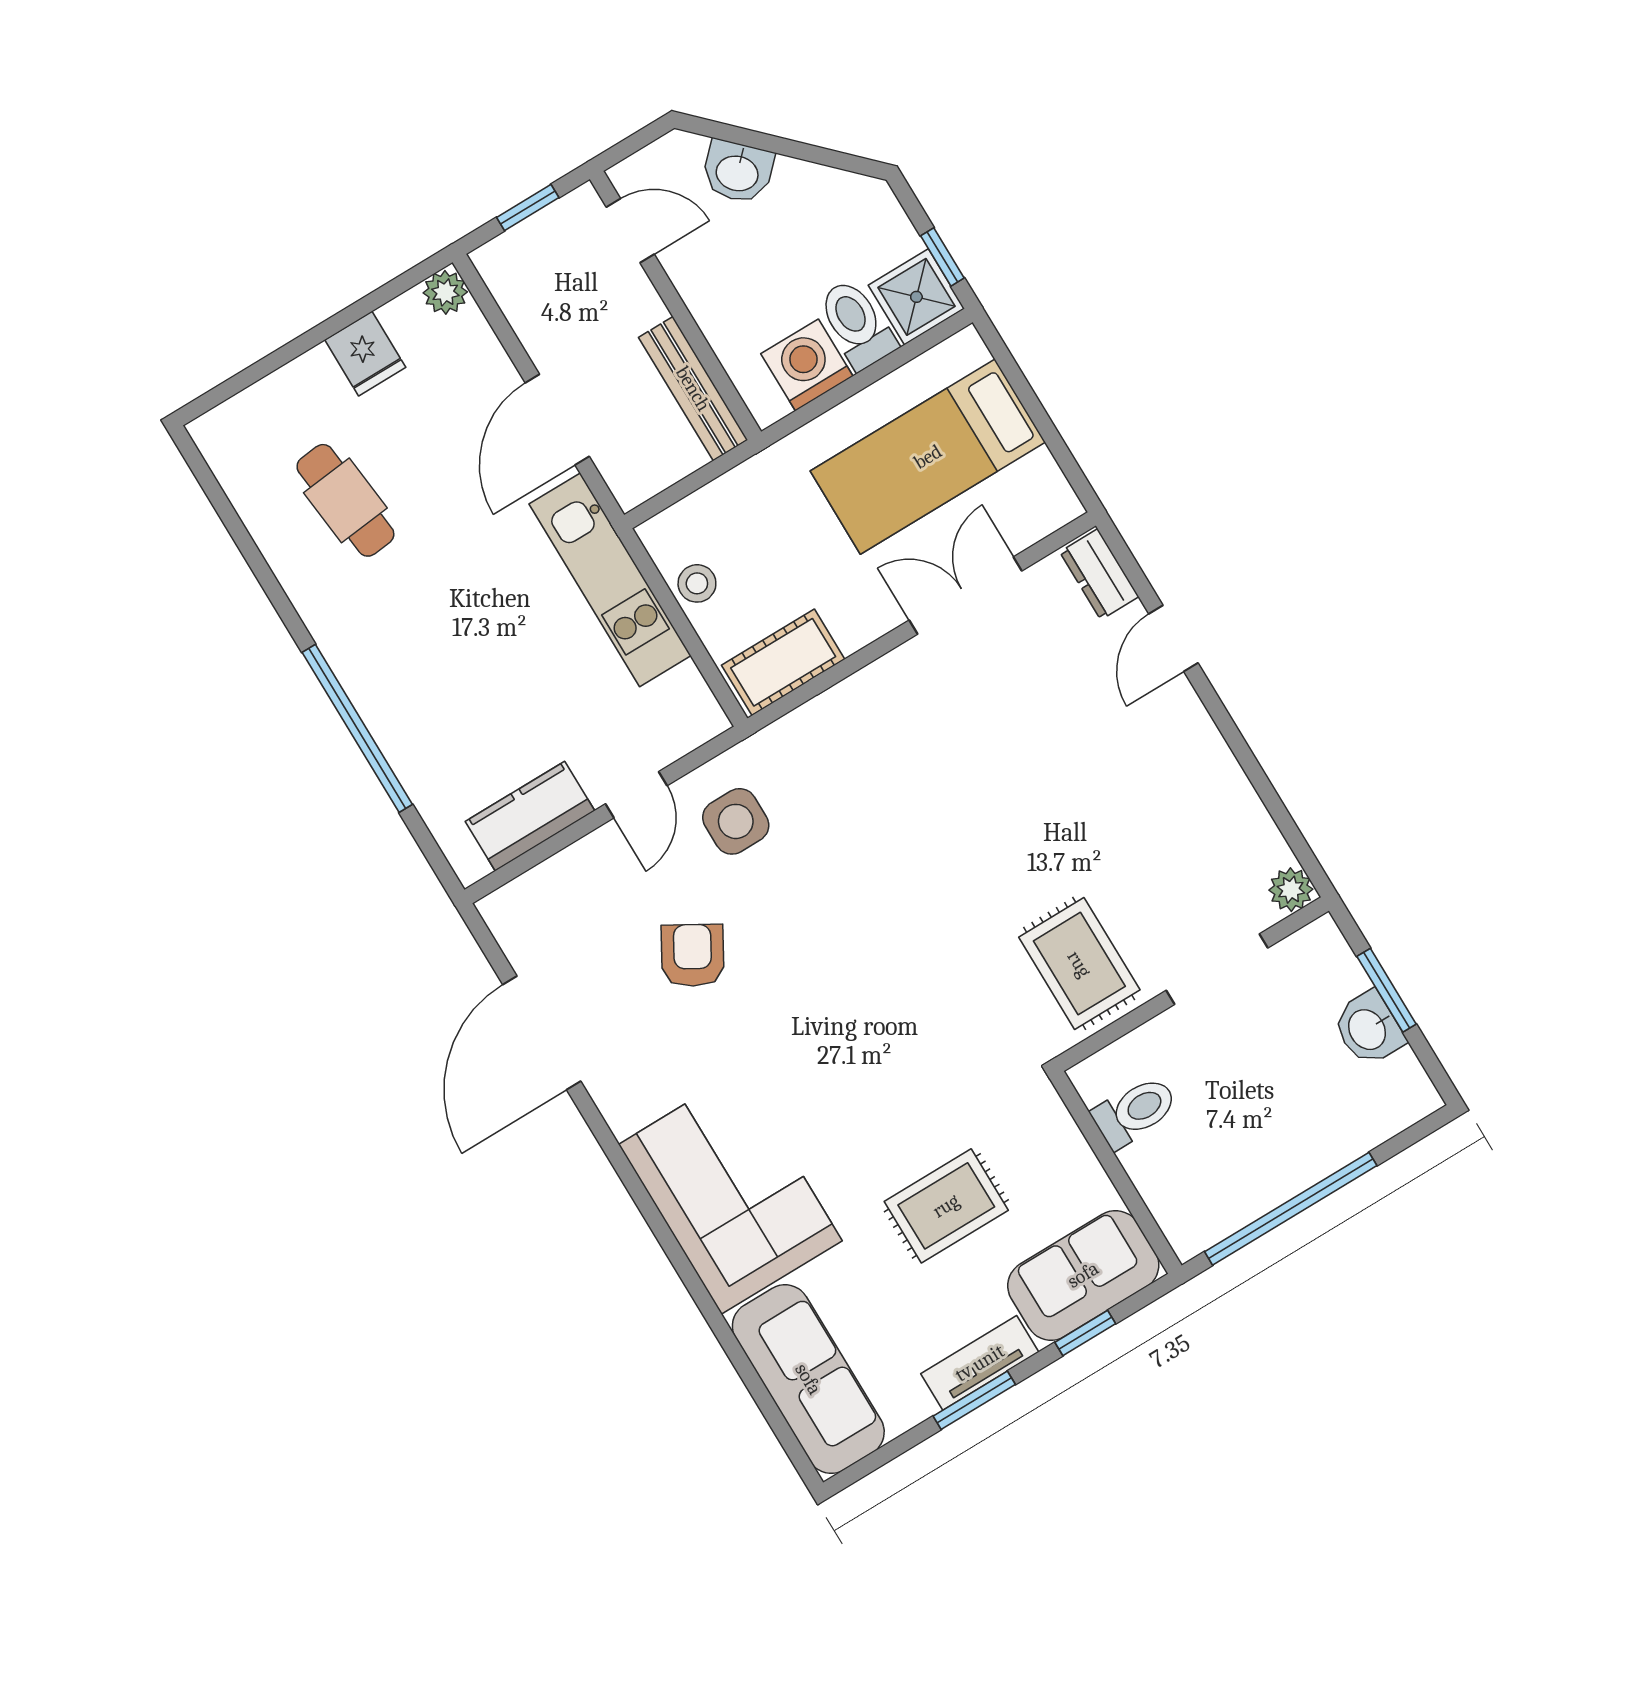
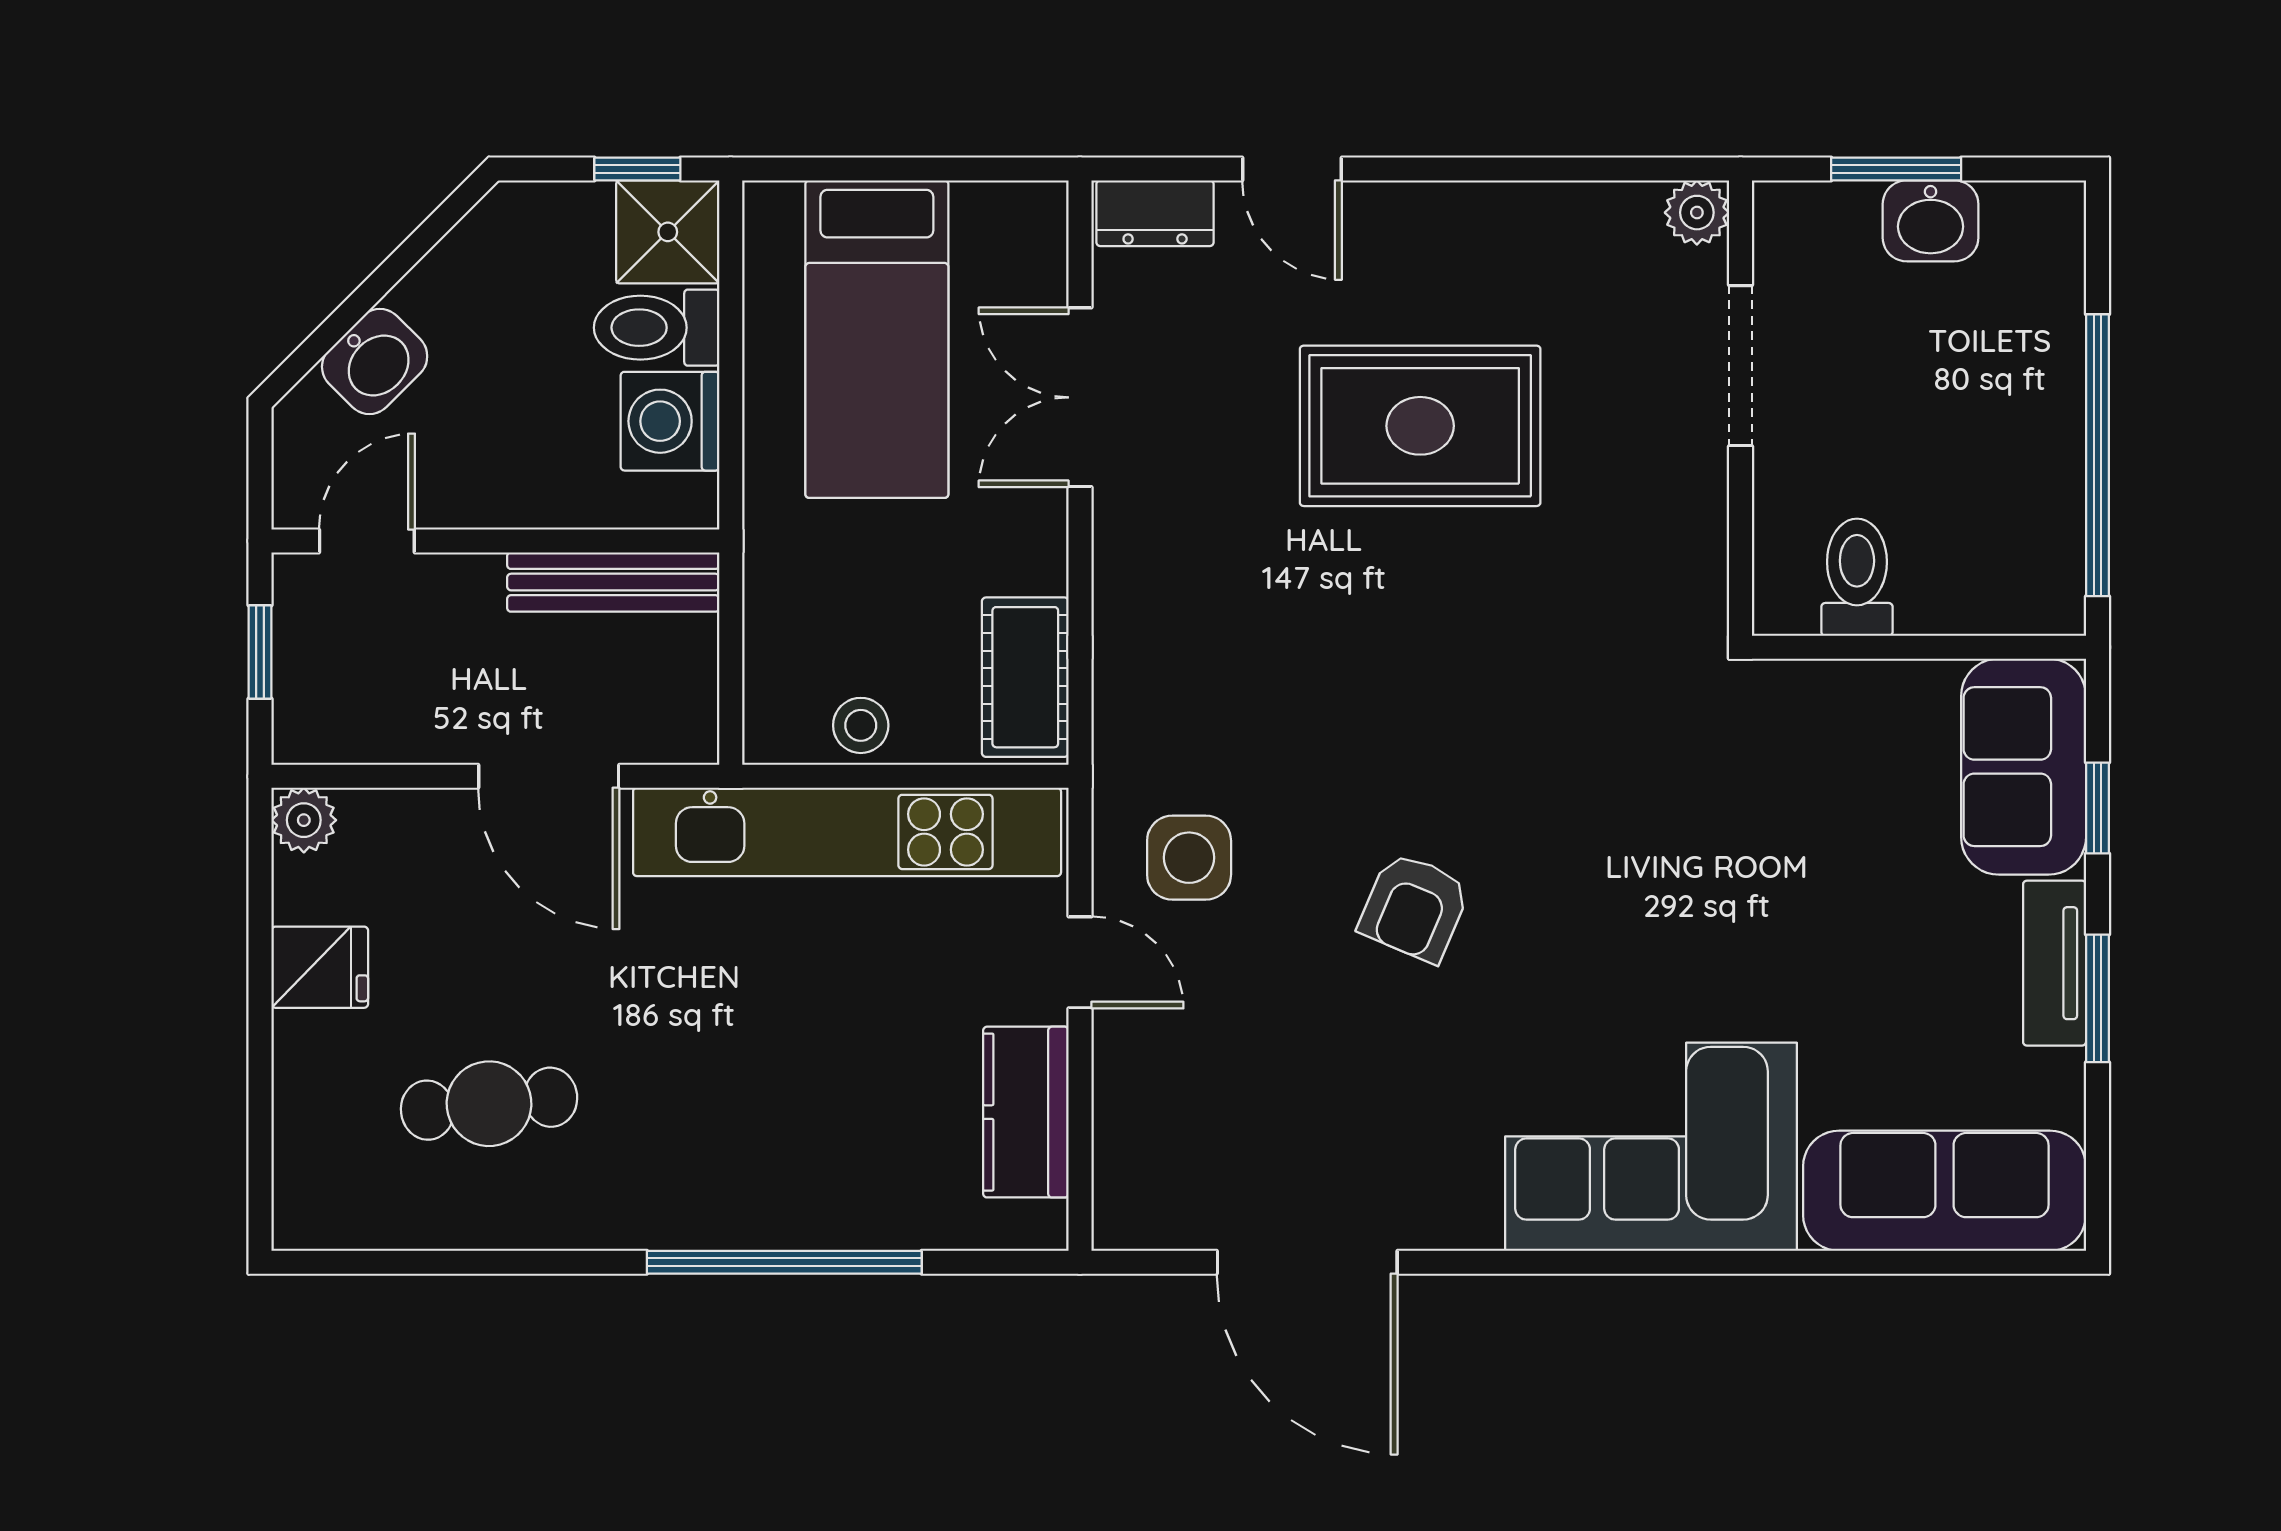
kitchen unit: (610, 580) -> (847, 832), width x1.36
armchair: (693, 955) -> (1414, 907), moved, turned -97
rug: (1079, 964) -> (1420, 426), moved, width x1.36, depth x1.43
rug: (946, 1206) -> (1832, 886), removed

